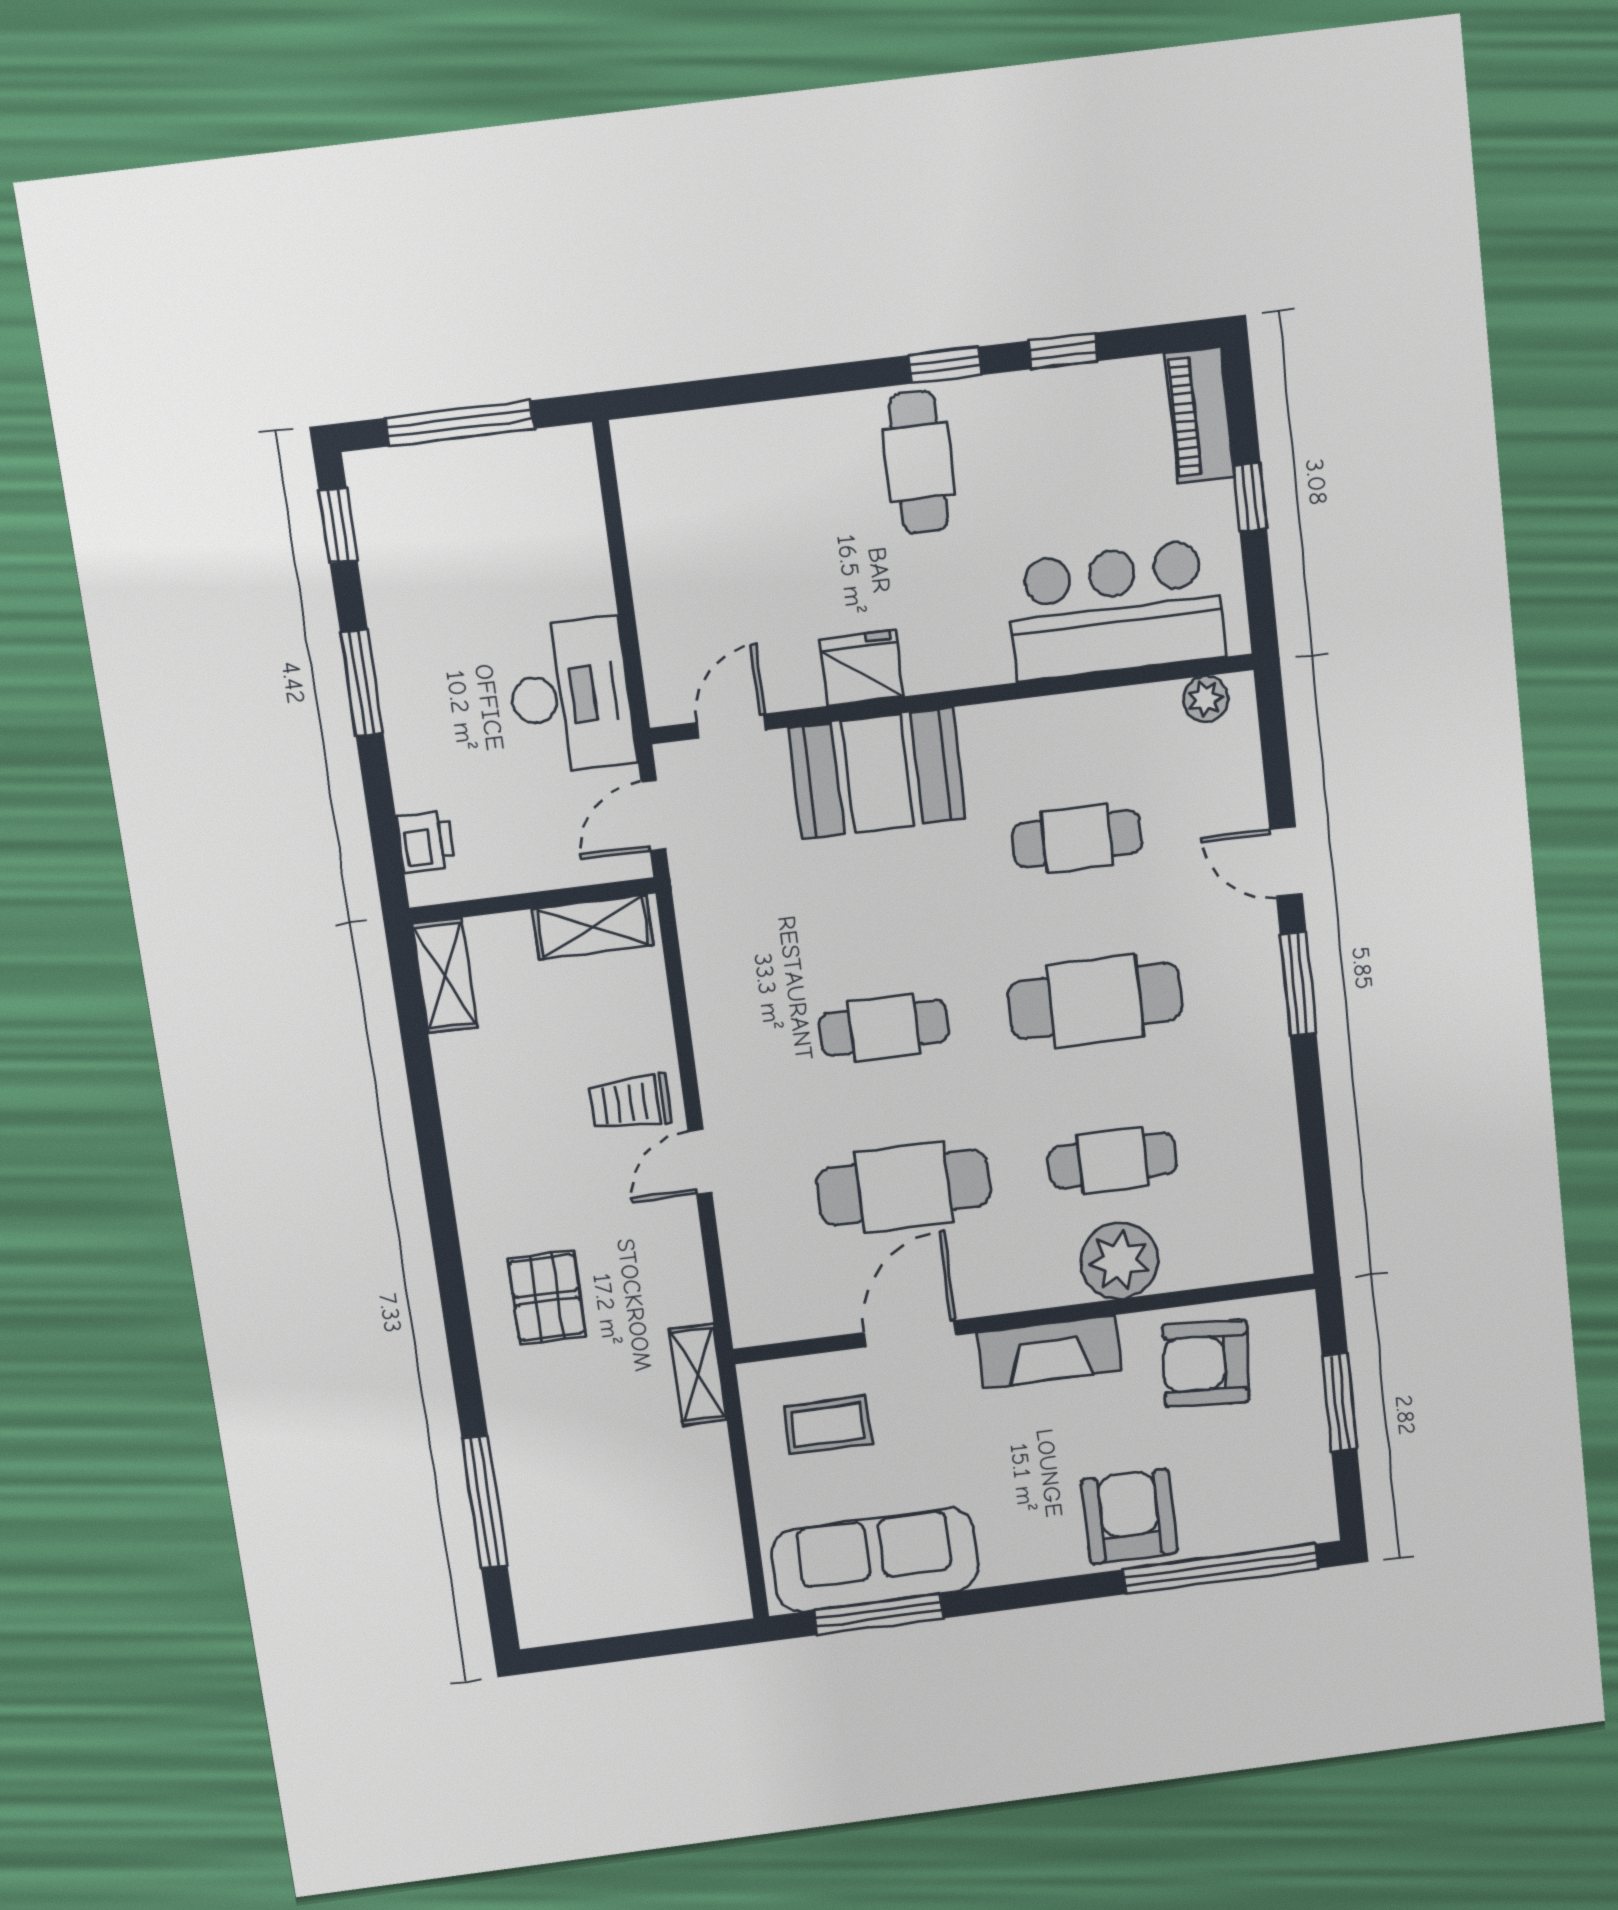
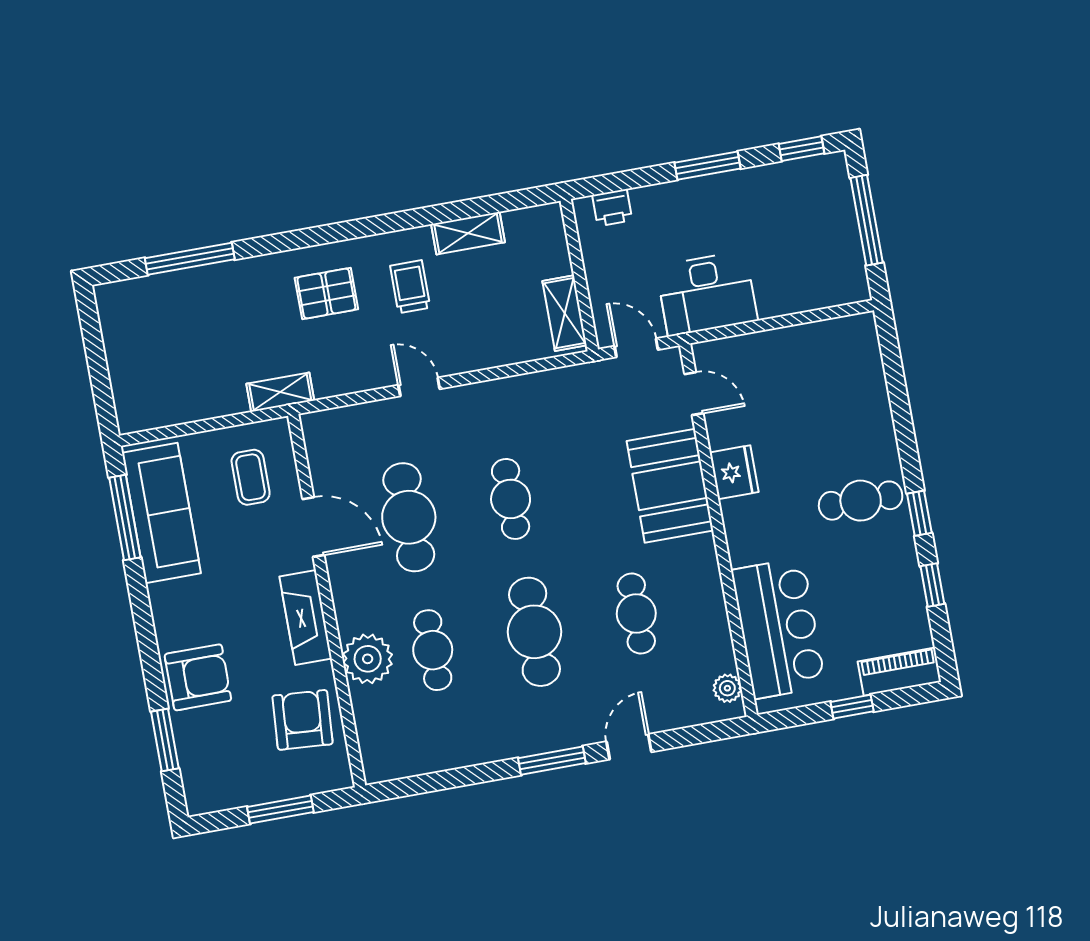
shelving: (445, 976) -> (468, 233), moved
trolley: (630, 1102) -> (410, 287), moved
window: (1221, 1569) -> (165, 740), width x0.47

